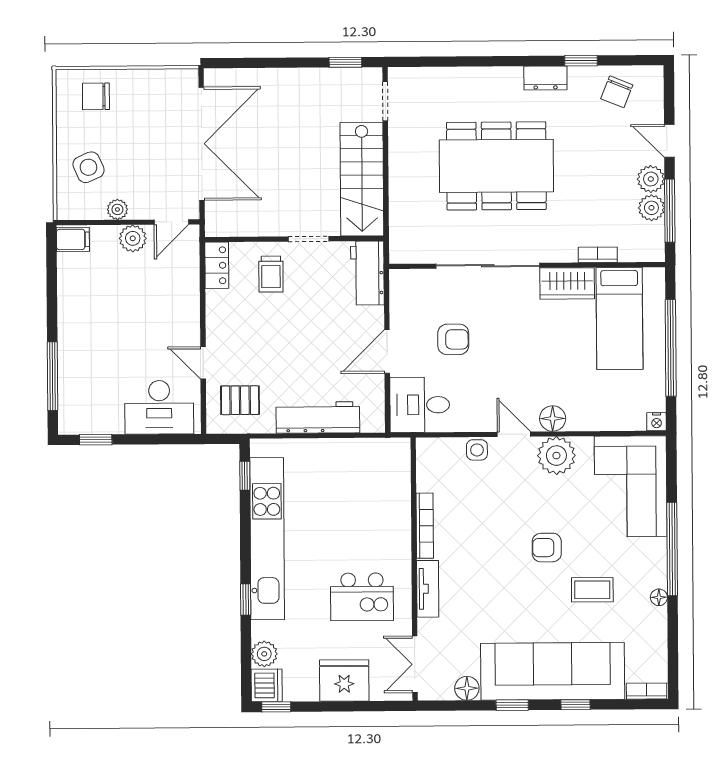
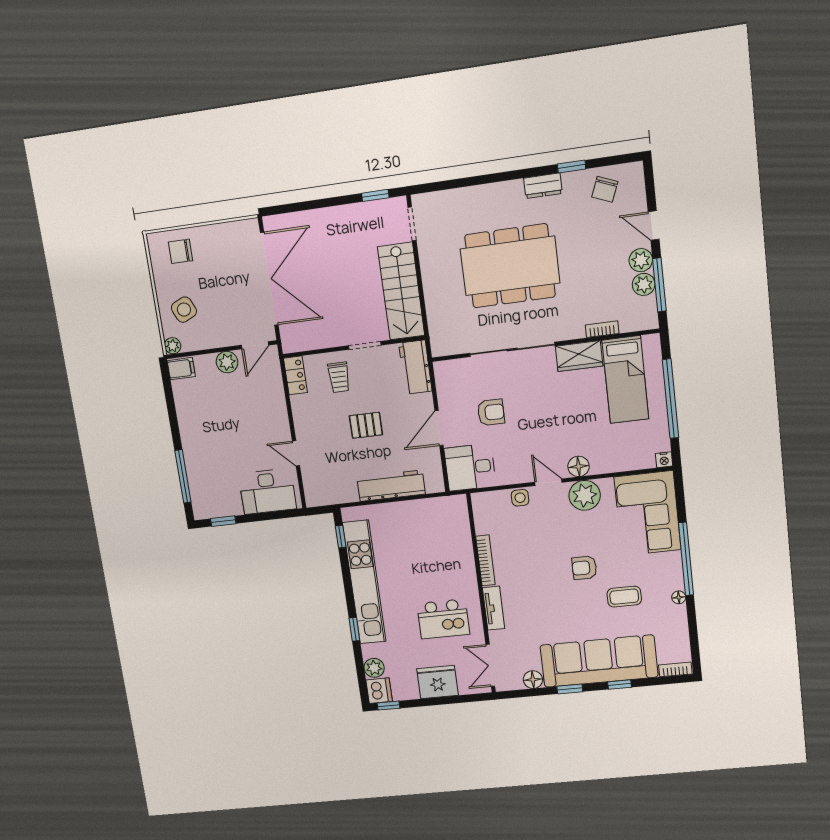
plant: (117, 209) -> (173, 346), moved
pallet: (240, 400) -> (366, 425), moved

